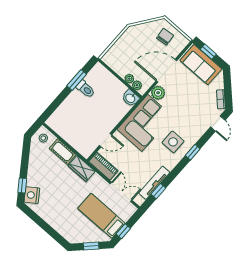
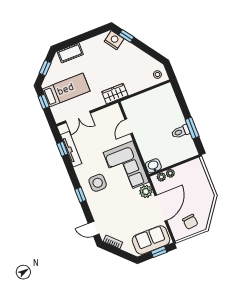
cot: (63, 152) -> (70, 53), moved
piano: (103, 166) -> (107, 113), removed

